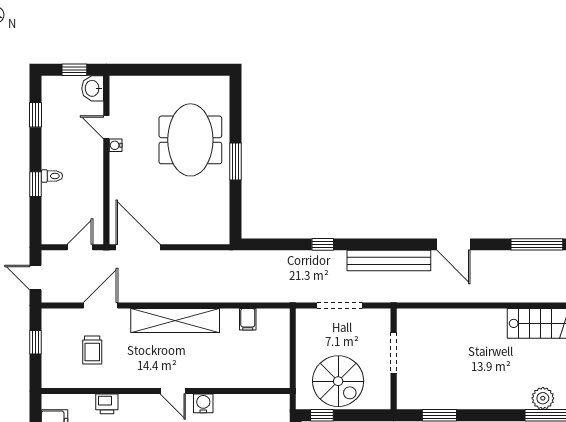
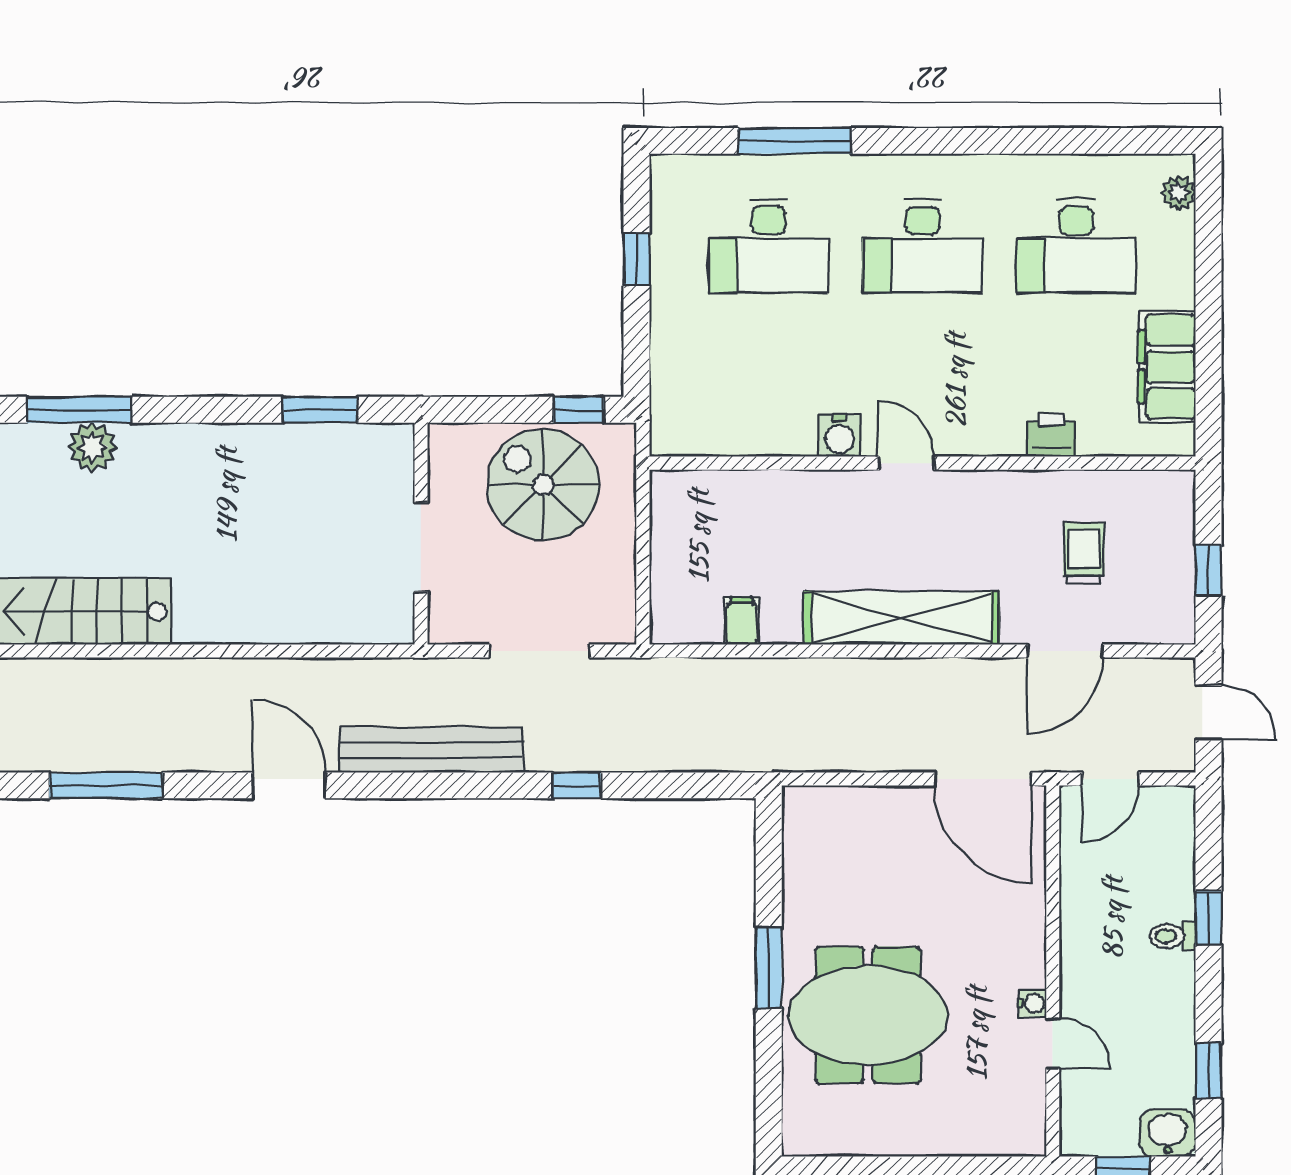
washbasin: (93, 88) -> (1168, 1133), moved, turned -90
meeting table: (190, 140) -> (868, 1015), turned 90

